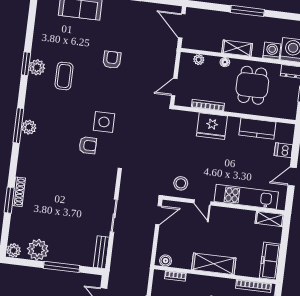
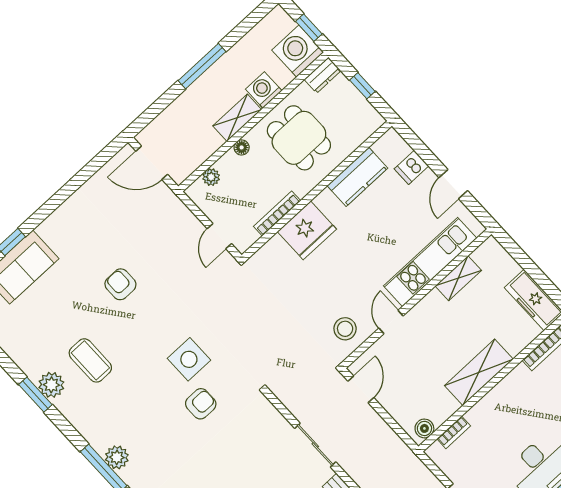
washing machine: (272, 51) -> (264, 90), moved
door: (202, 202) -> (391, 322), swing flipped
shelving: (270, 219) -> (458, 278), moved

